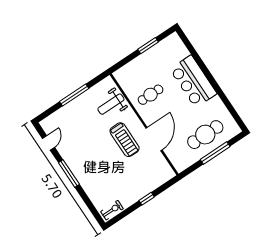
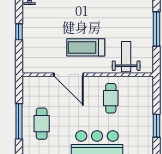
cafe table: (205, 135) -> (42, 124), width x0.73, depth x0.74

